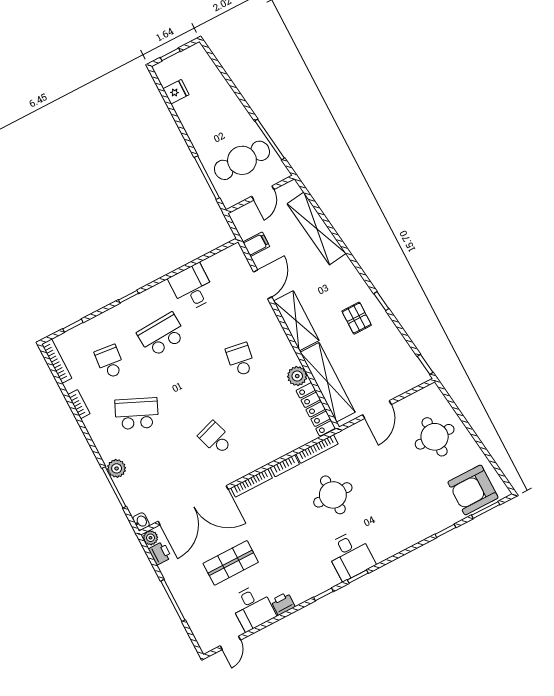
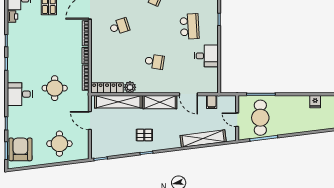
round table: (333, 495) -> (55, 88), moved
desk: (350, 555) -> (20, 94), moved

